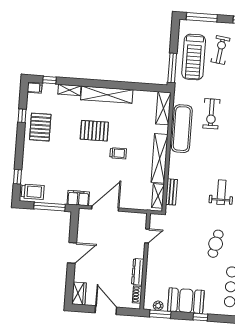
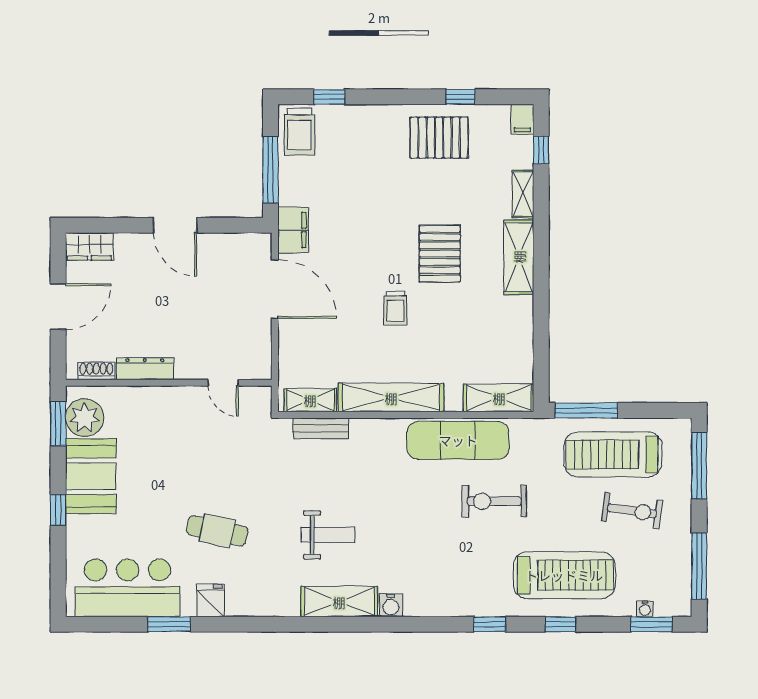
shelving: (107, 95) -> (519, 257), width x0.68
plant: (158, 306) -> (85, 418), width x1.88, depth x1.88

